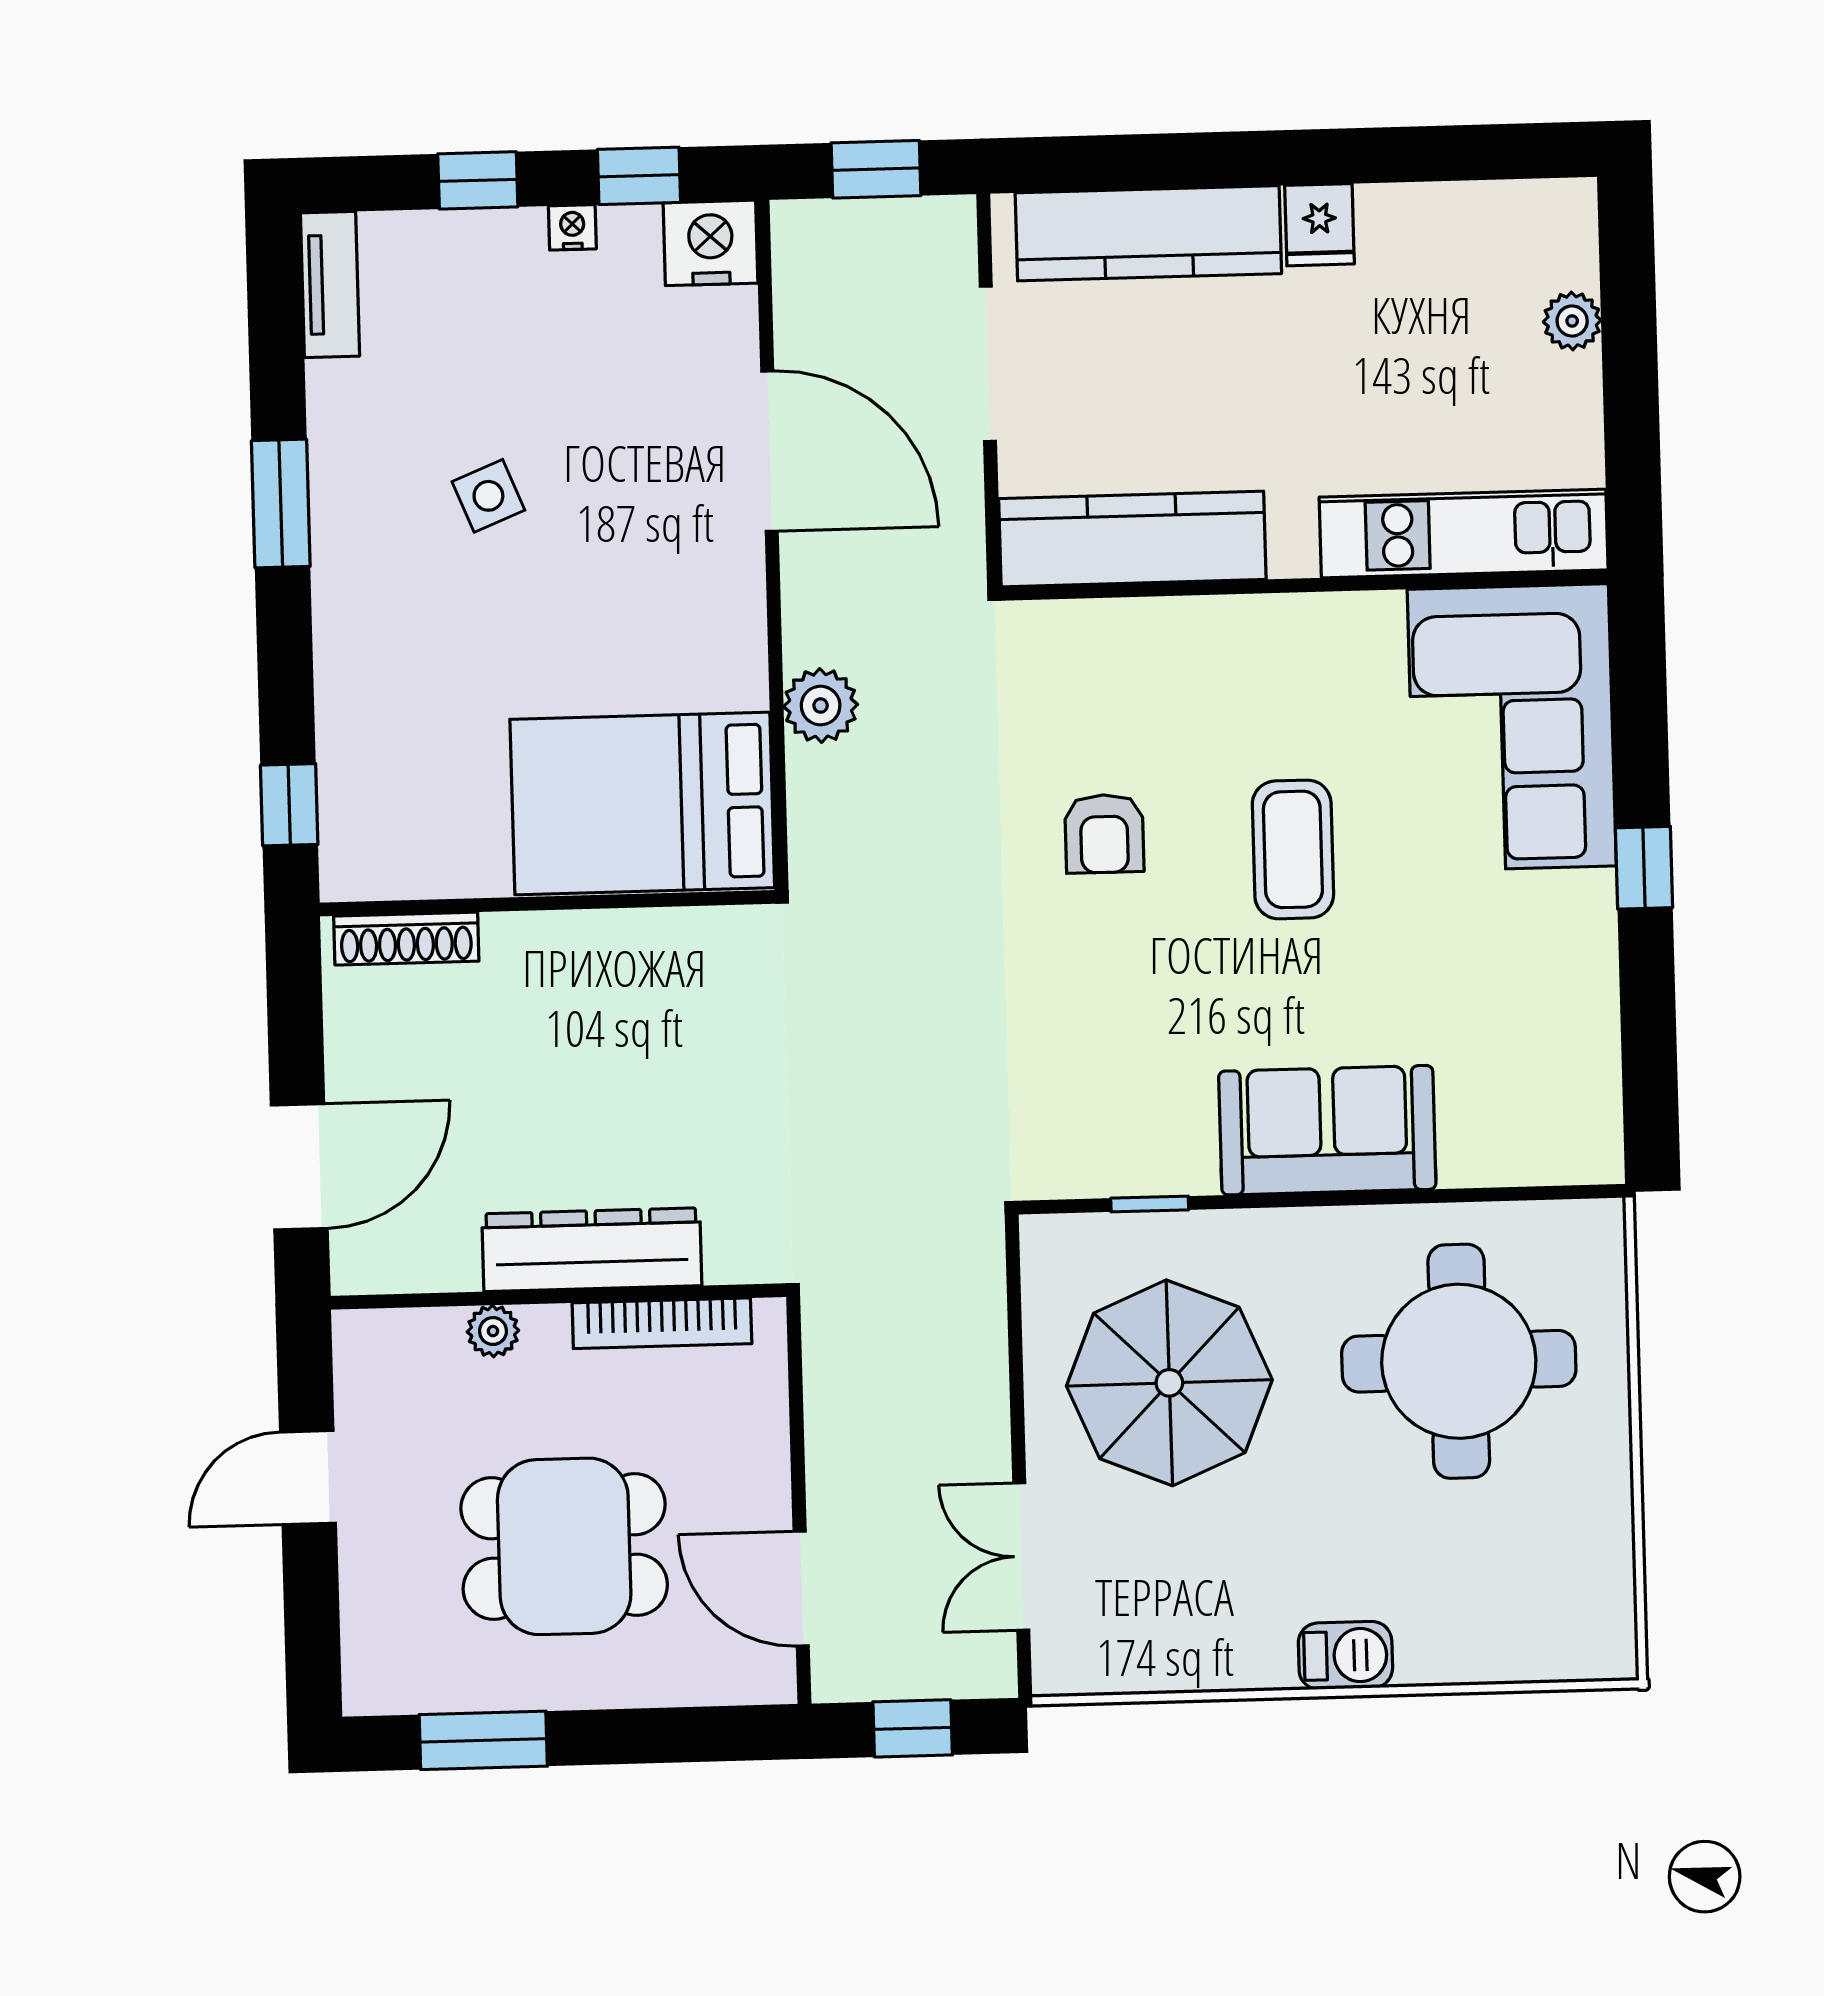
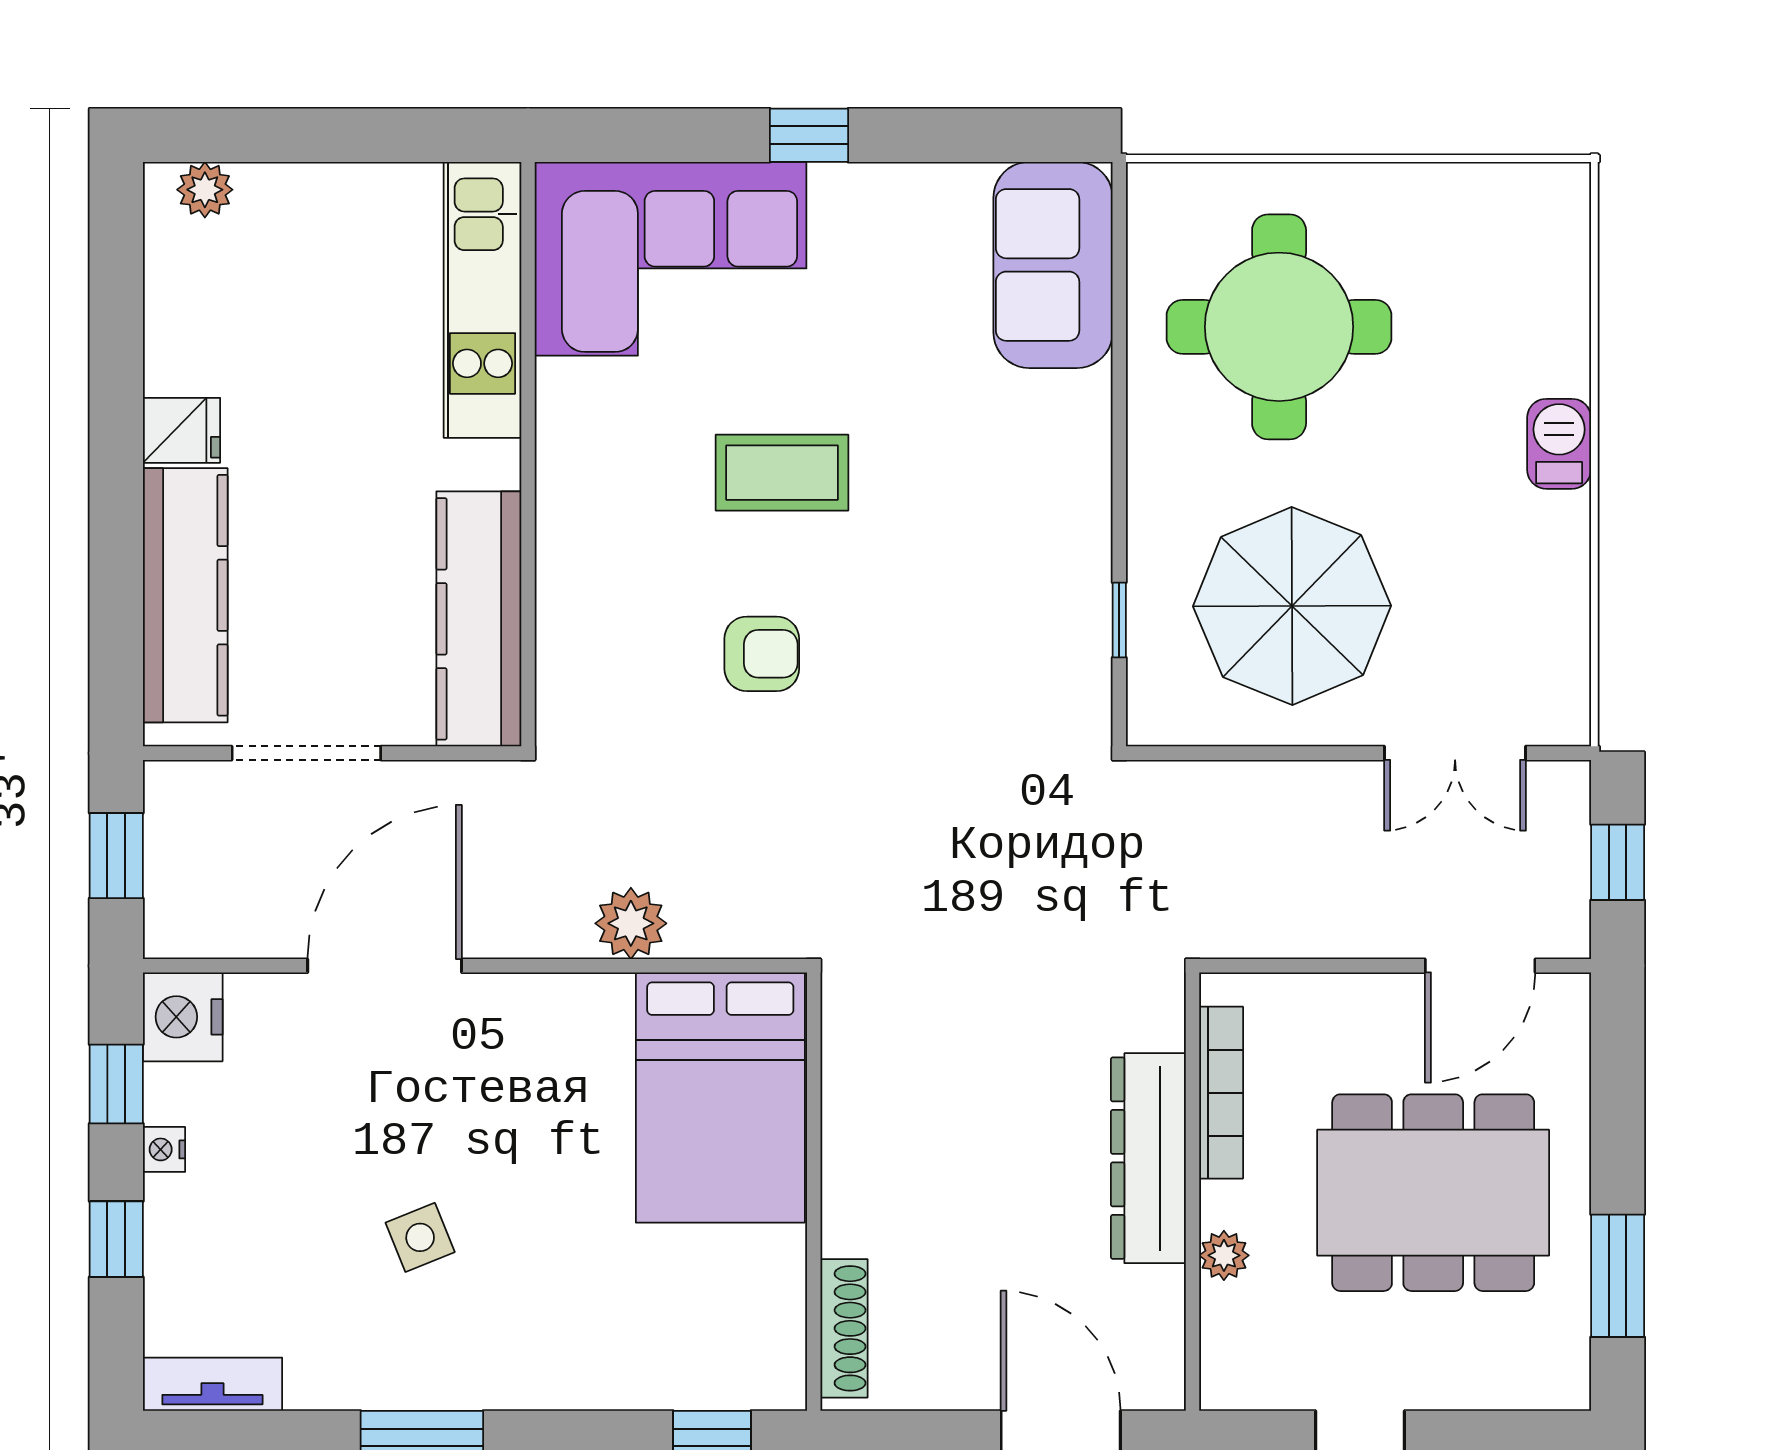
plant: (1572, 321) -> (205, 190), moved
sofa: (1327, 1130) -> (1053, 265), moved
dining table: (564, 1546) -> (1433, 1193), width x1.38

